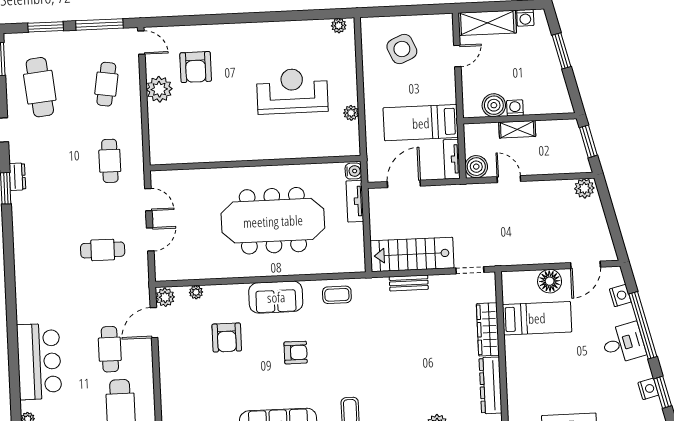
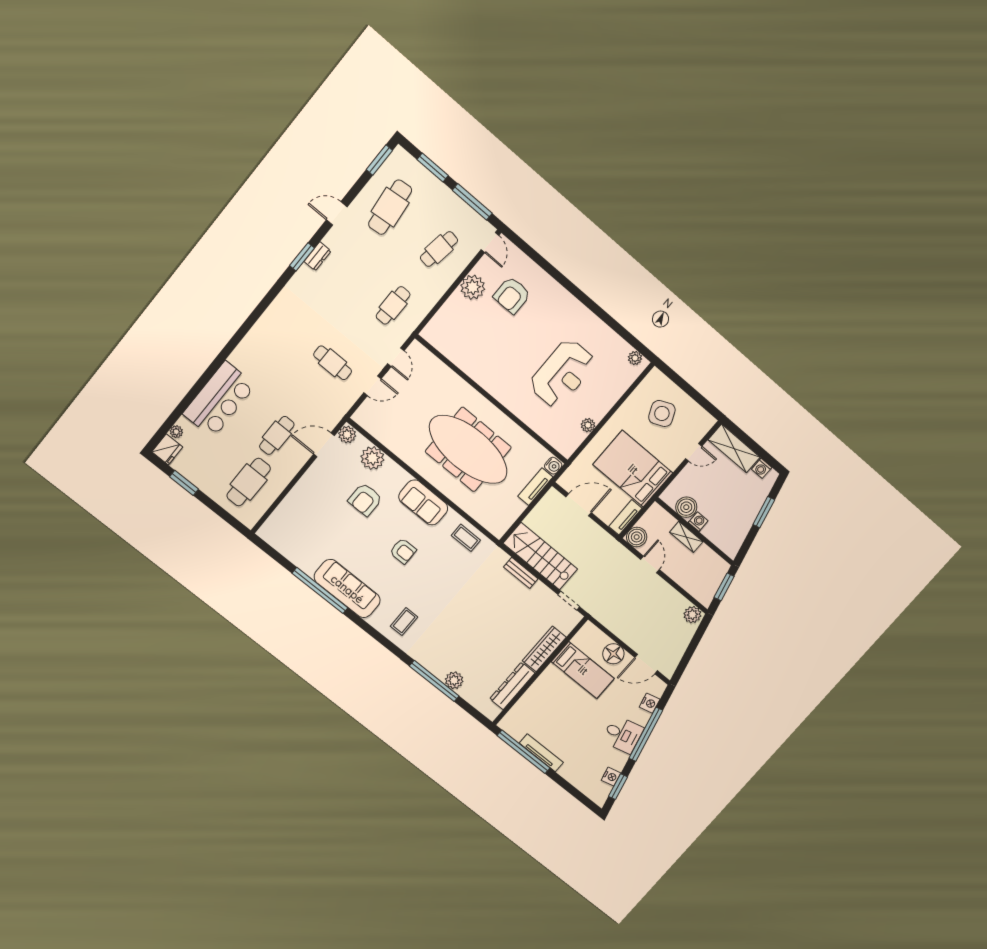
reception desk: (292, 91) -> (562, 374), turned 90
bed: (421, 123) -> (633, 469), width x1.50
plant: (196, 292) -> (372, 458), width x1.88, depth x1.88

